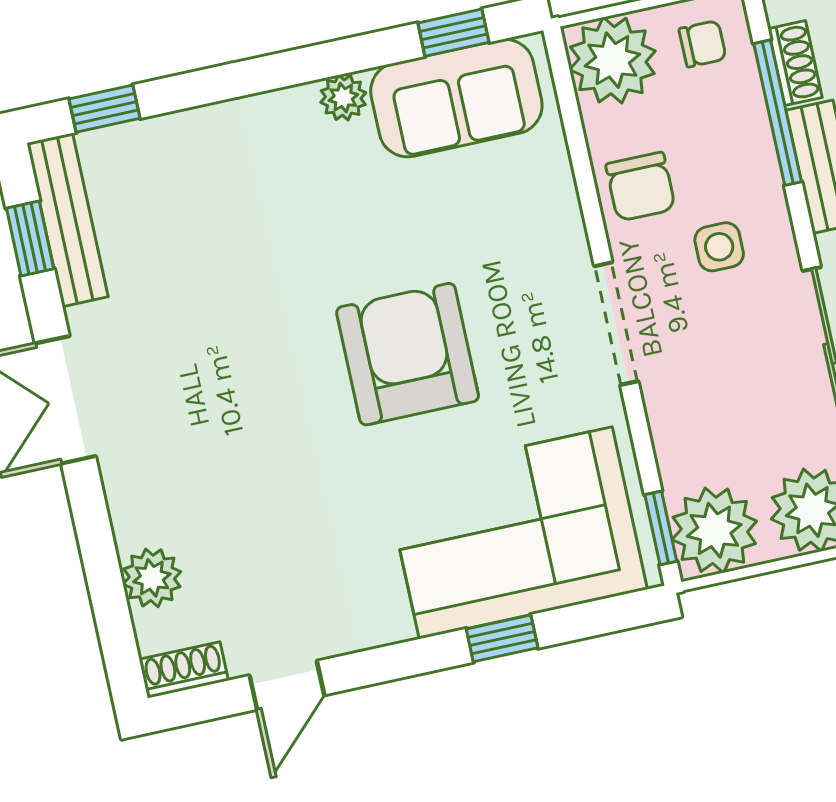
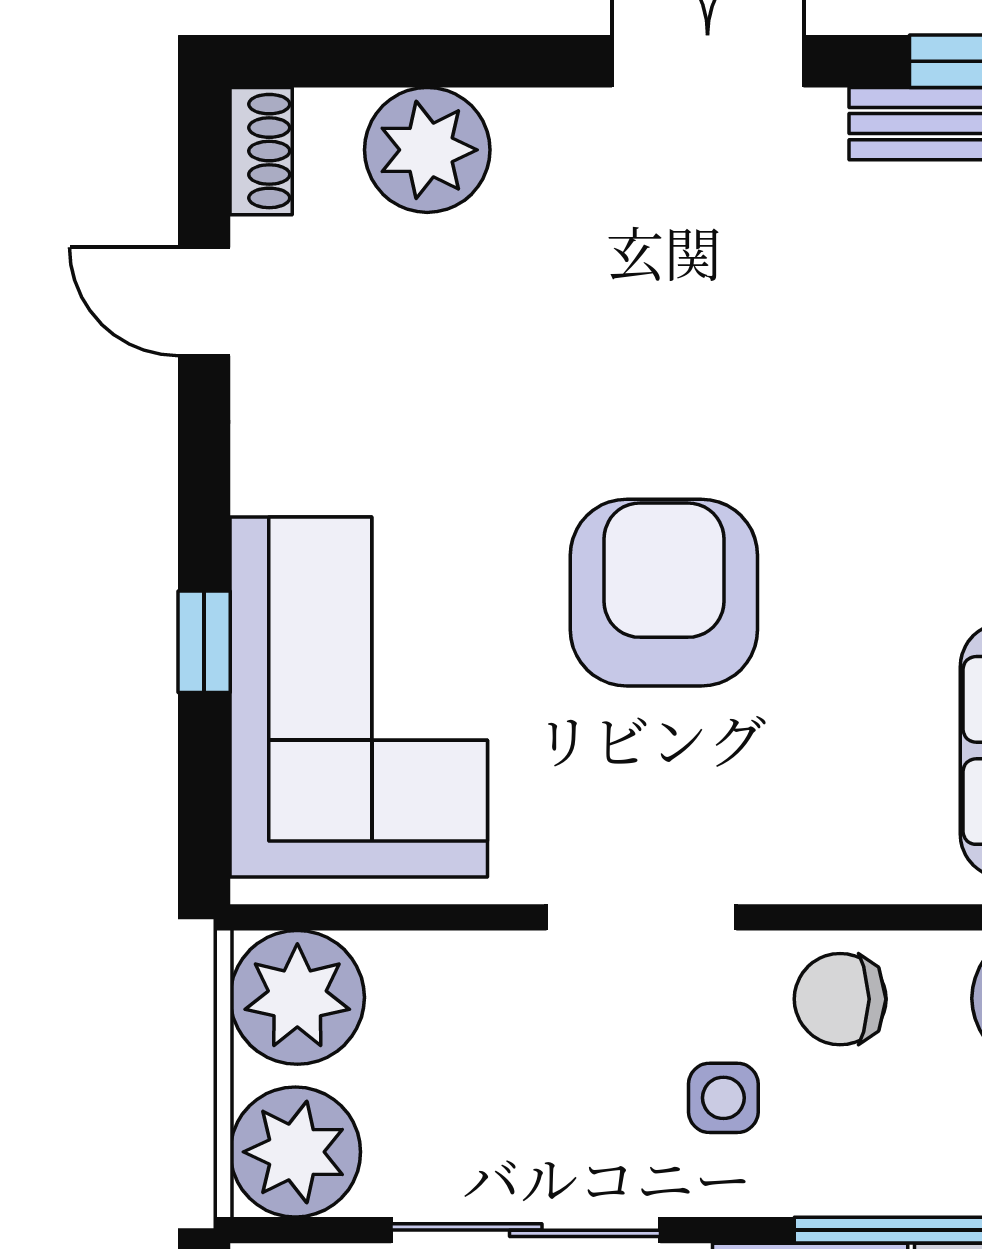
armchair: (408, 354) -> (664, 593), turned -90
window: (661, 528) -> (318, 917), removed
plant: (152, 578) -> (427, 150), width x1.36, depth x1.36

